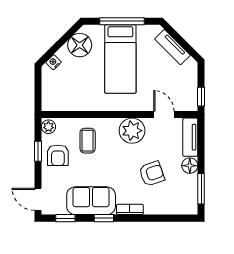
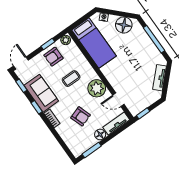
bed: (120, 59) -> (94, 43), moved, turned -90
door: (164, 115) -> (118, 100), swing flipped
coffee table: (88, 141) -> (71, 79), moved

